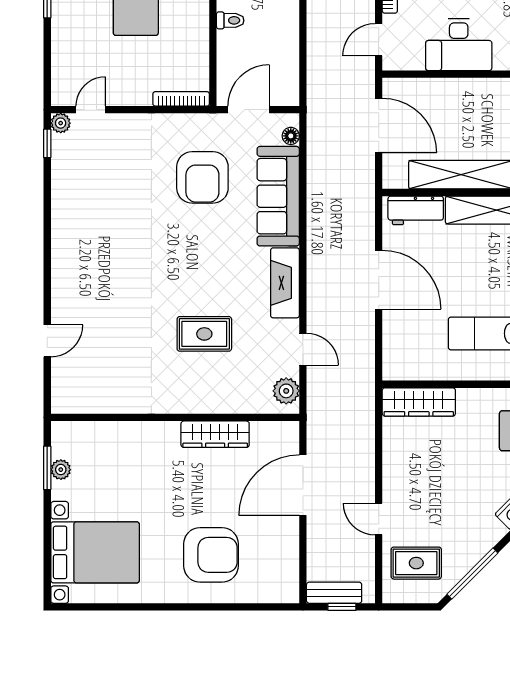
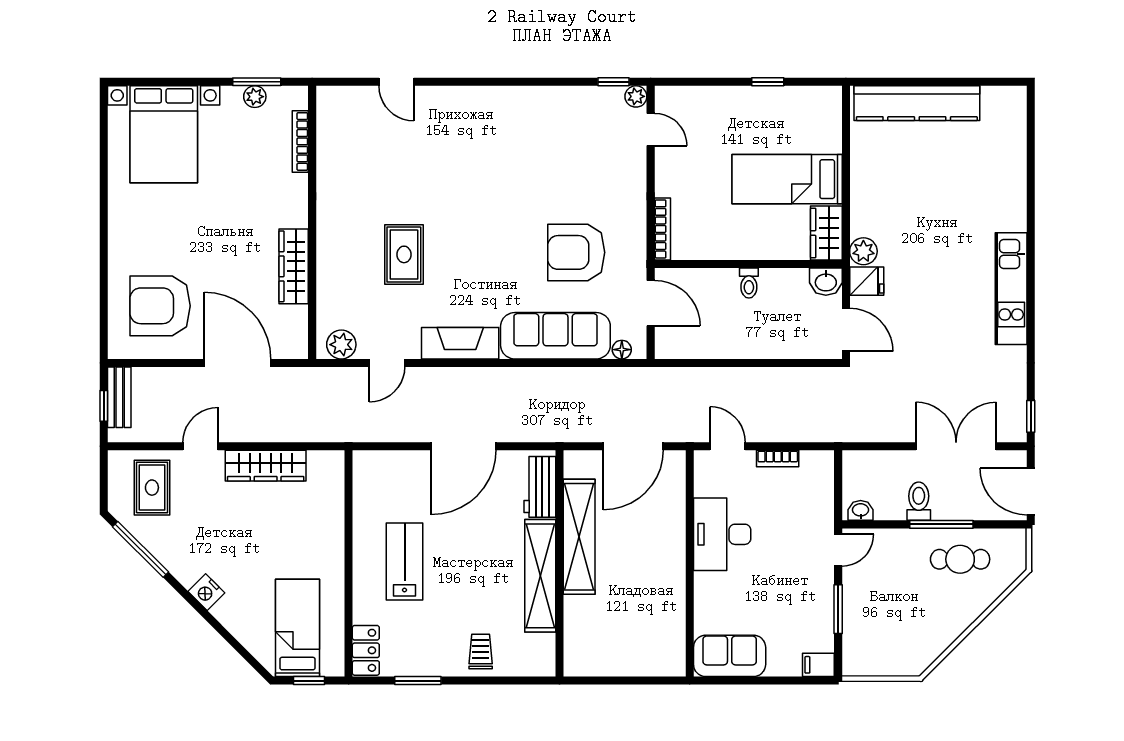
wardrobe: (419, 402) -> (266, 466), moved, turned -90
bookcase: (102, 428) -> (300, 141), added
armchair: (211, 555) -> (160, 306), moved, turned 90

